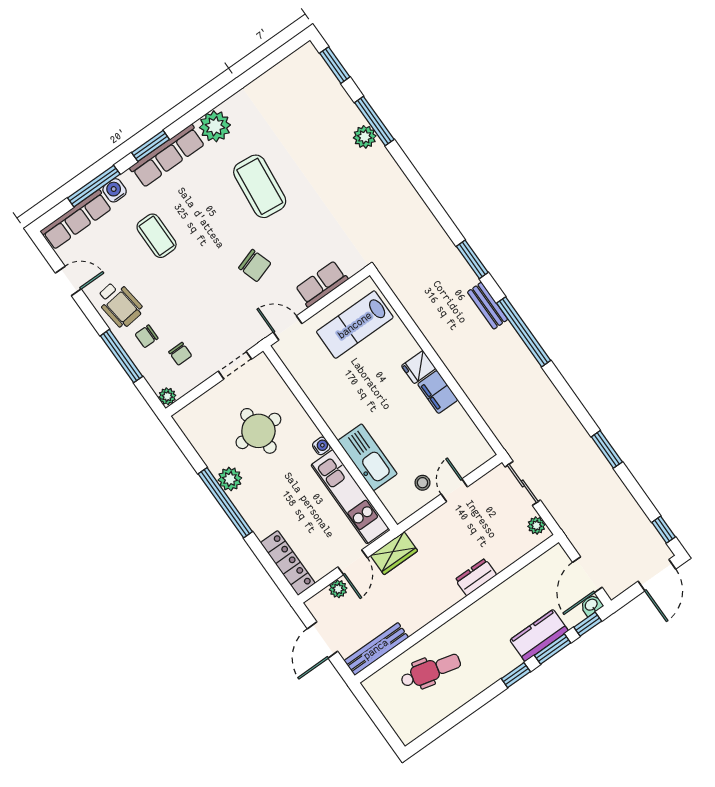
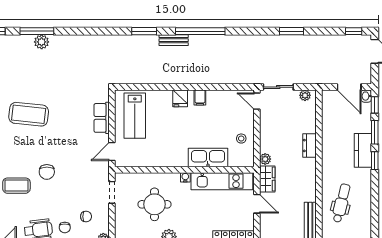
chair: (255, 266) -> (47, 172), moved, turned 108
filing cabinet: (438, 392) -> (200, 97), width x0.50
door: (454, 490) -> (257, 101), moved
plant: (338, 589) -> (265, 159), moved
kitchen counter: (539, 635) -> (363, 150), moved

